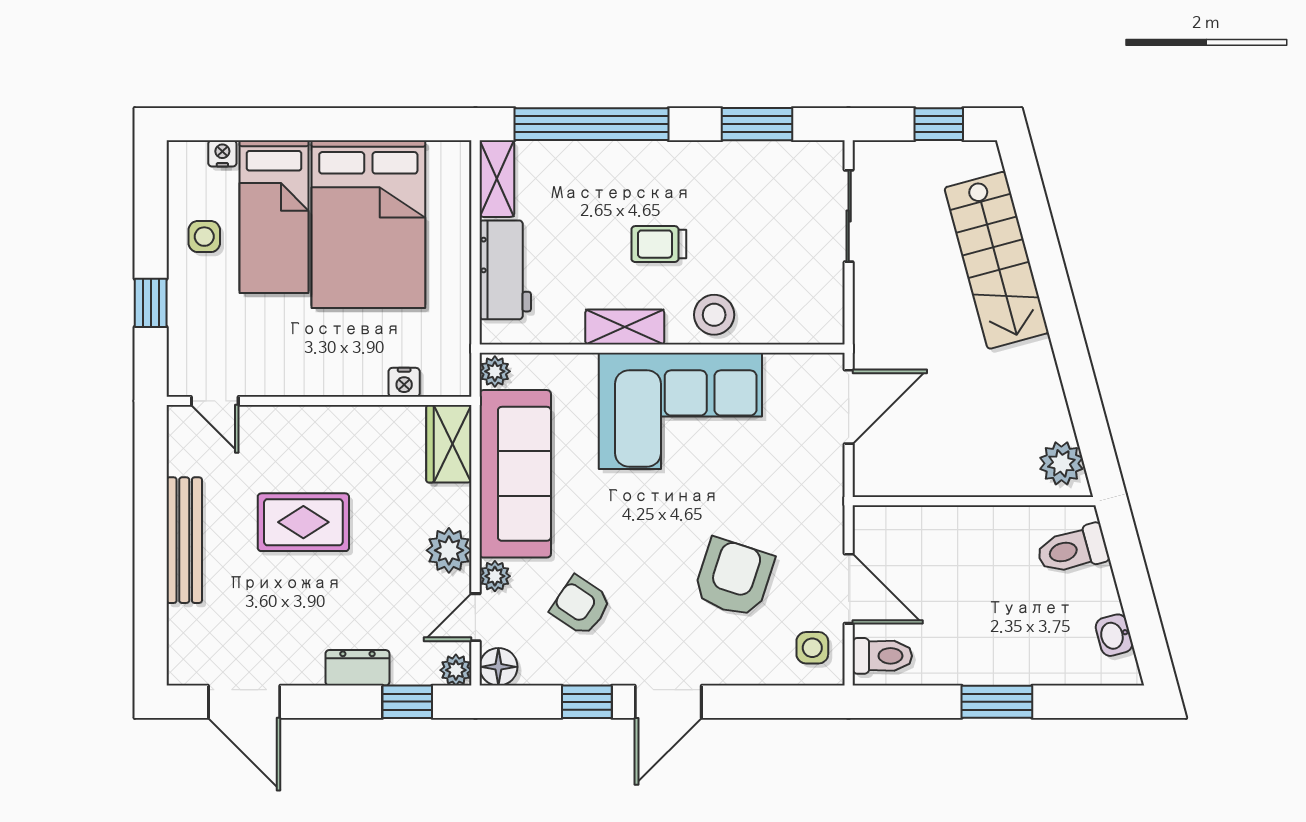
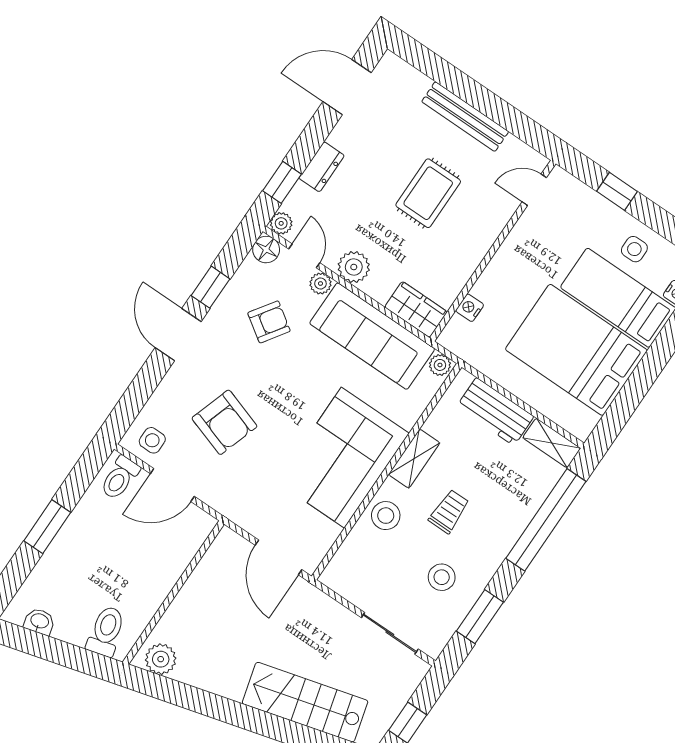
stool: (742, 200) -> (442, 577), added

